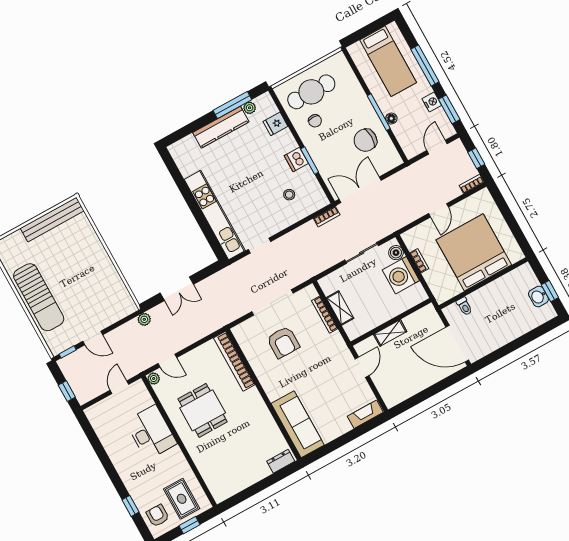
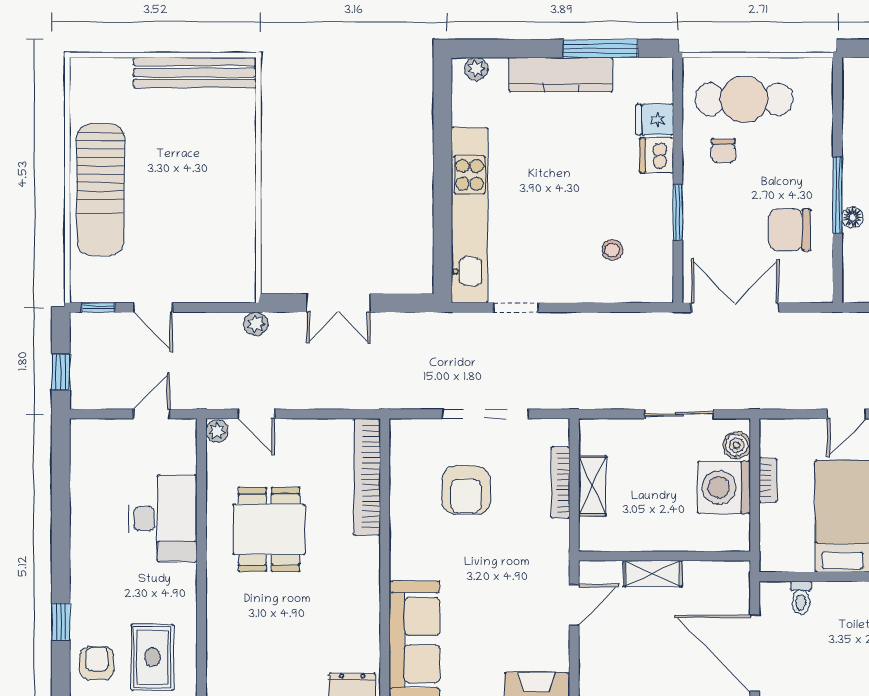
plant: (250, 108) -> (476, 69), moved
dishwasher: (296, 159) -> (657, 155), moved
bookcase: (327, 217) -> (654, 321), removed

